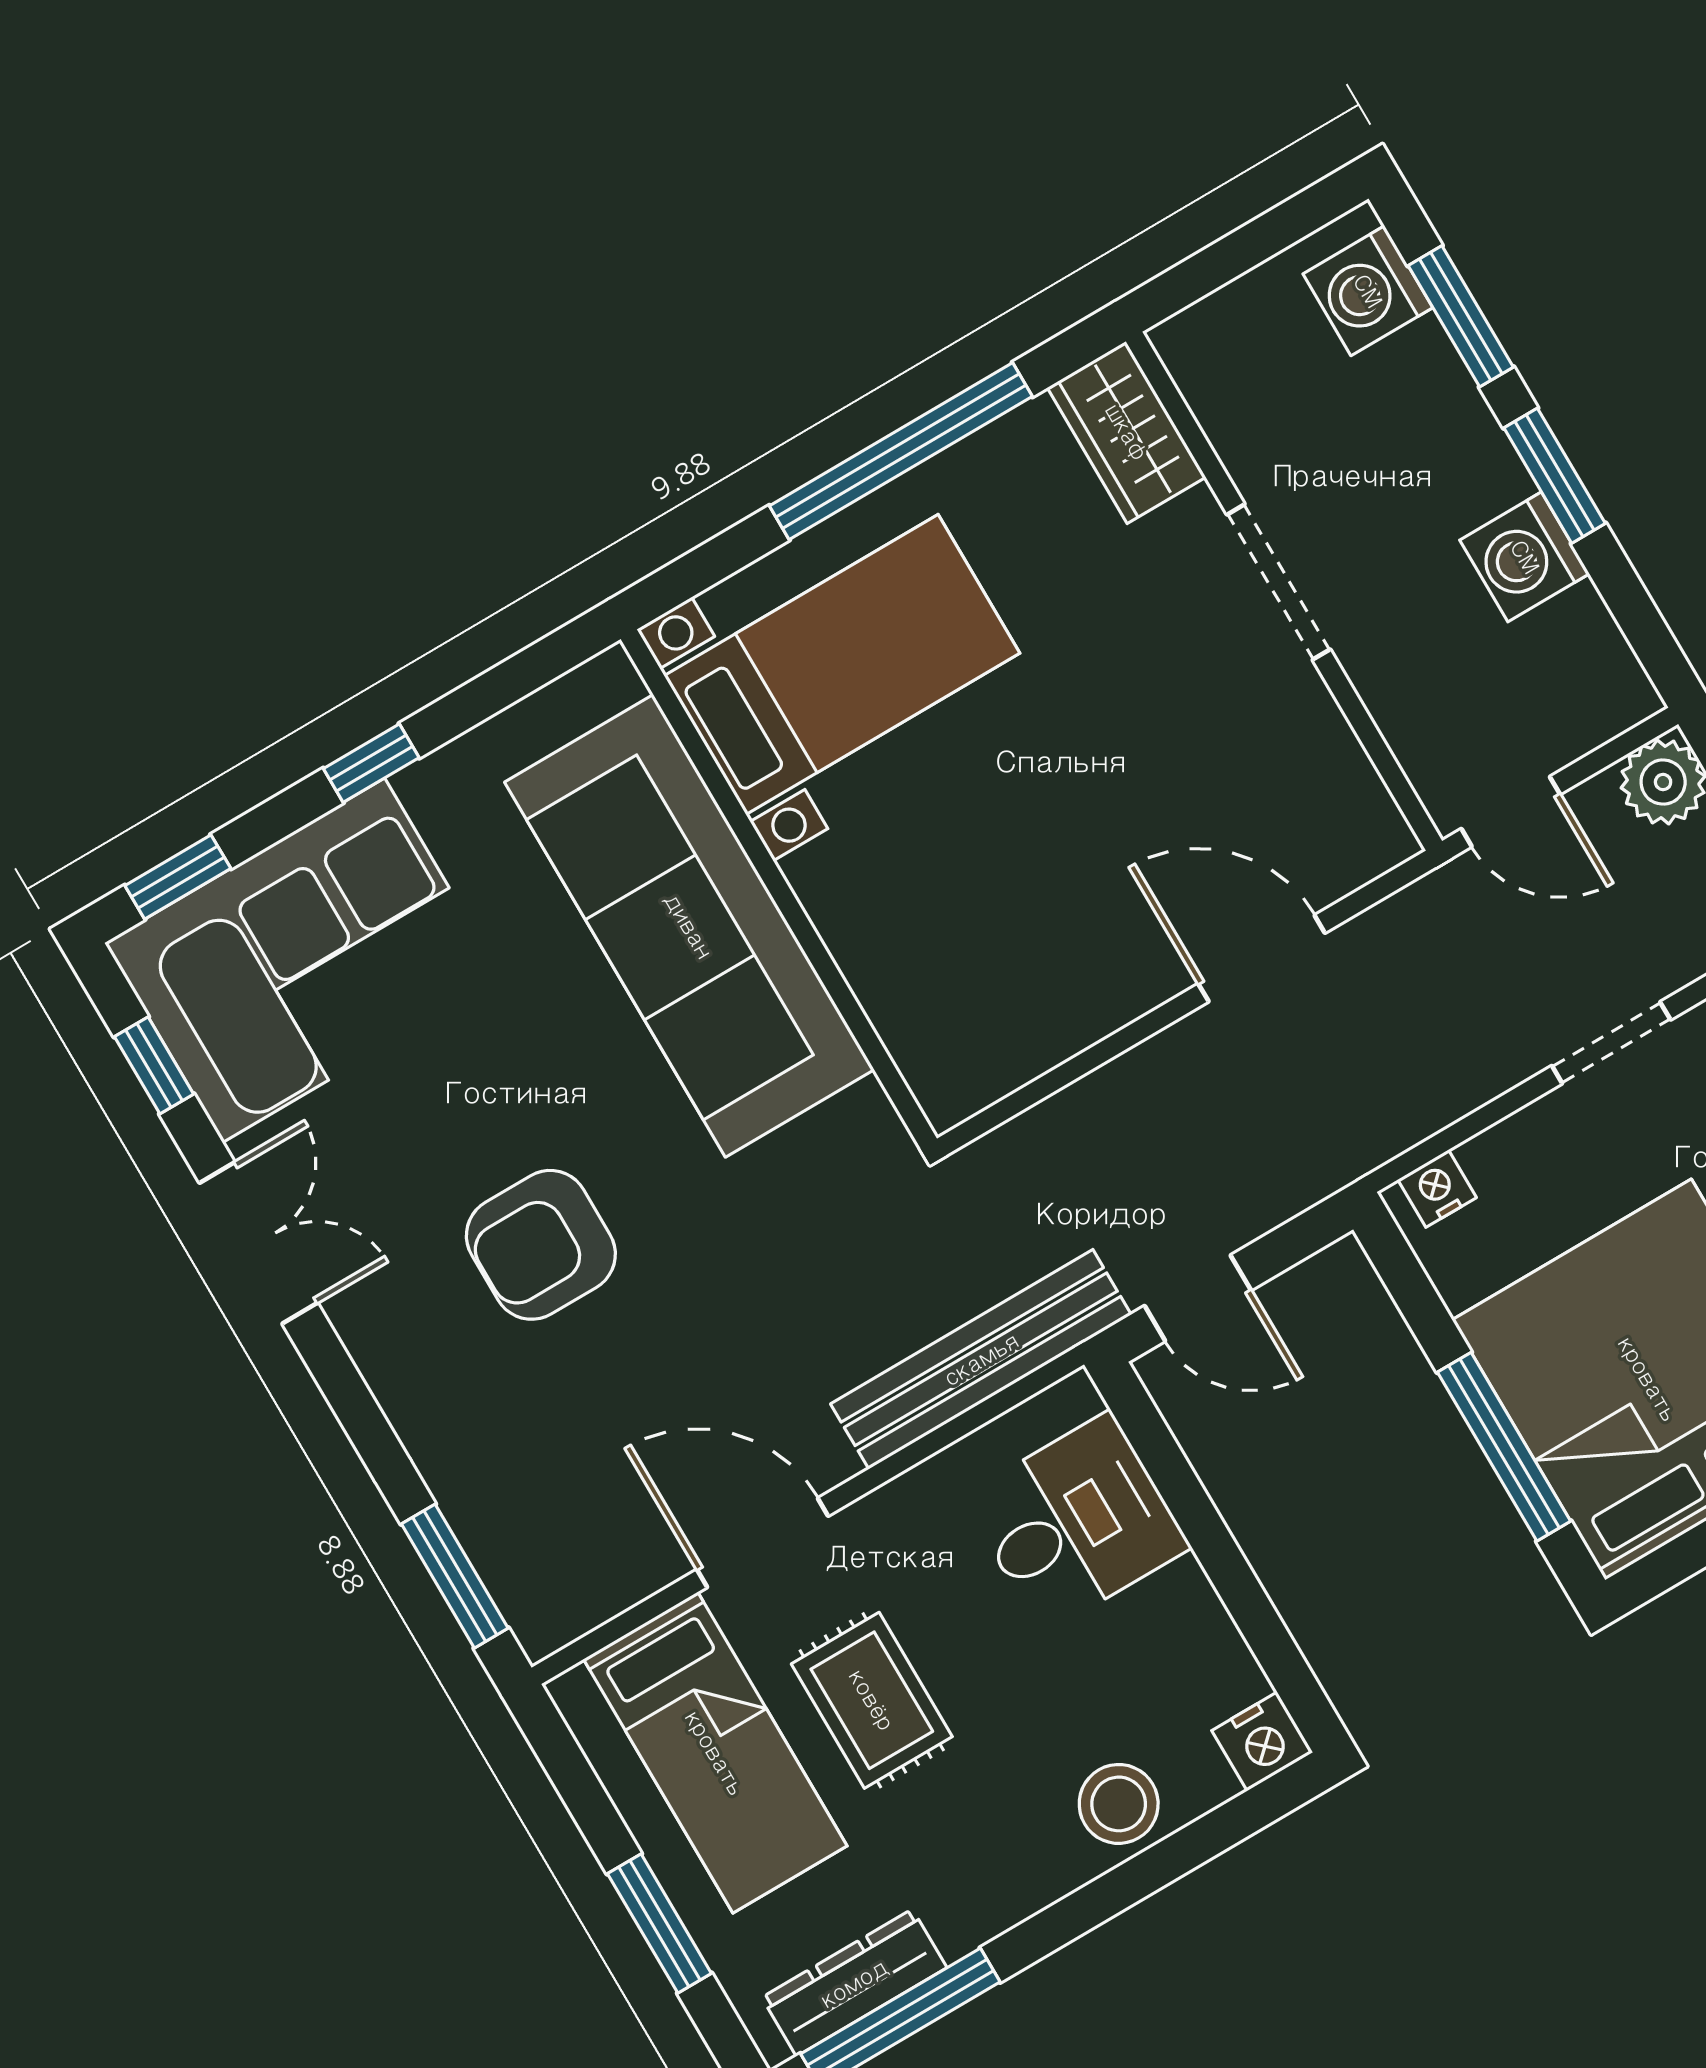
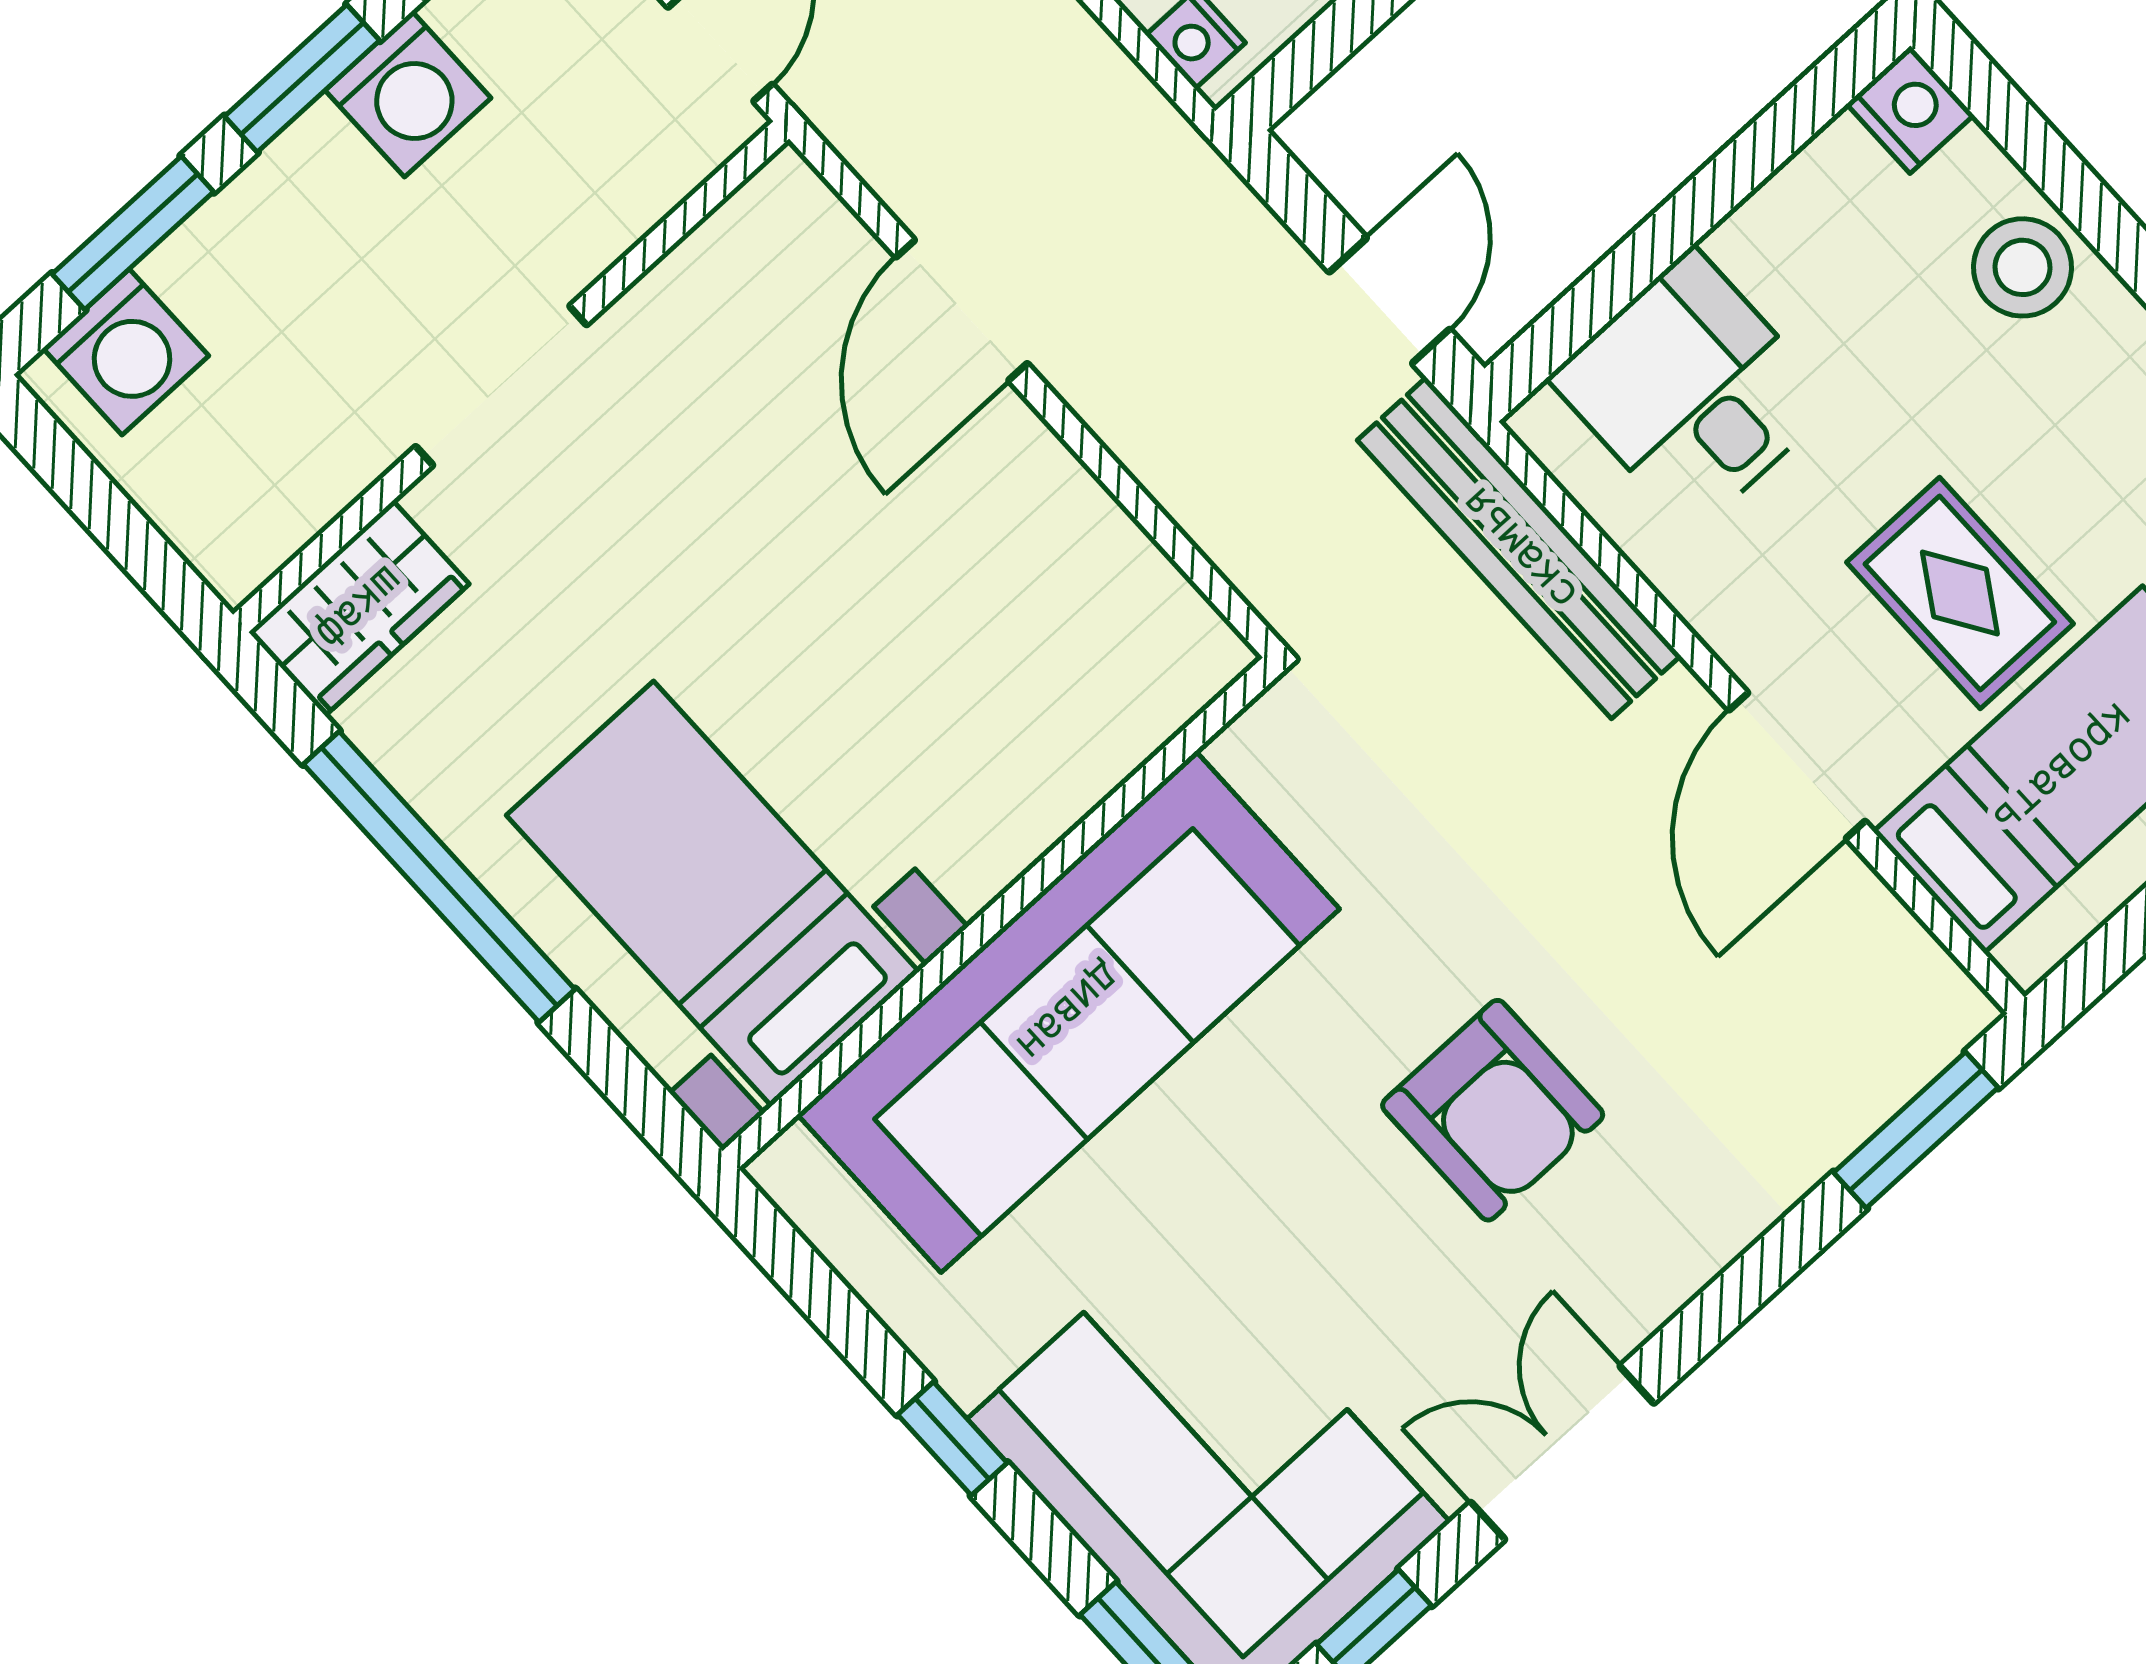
rug: (872, 1700) -> (1960, 593), turned 90

